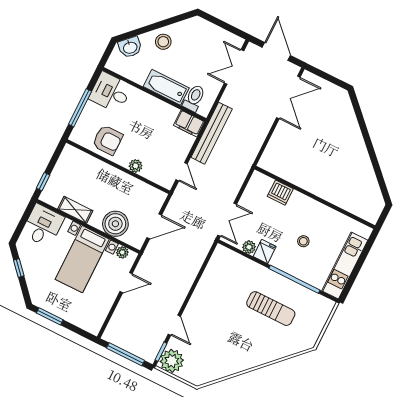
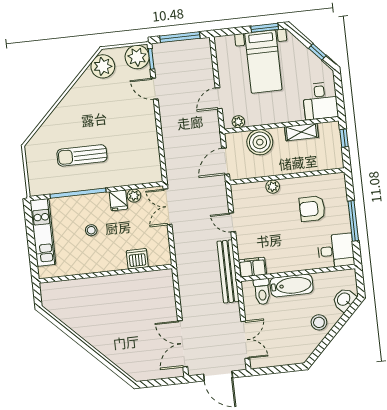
plant: (136, 166) -> (273, 187), moved
wall: (118, 167) -> (287, 176), moved
bed with nightstands: (82, 259) -> (263, 62), moved, turned 180
plant: (205, 372) -> (103, 66), added

